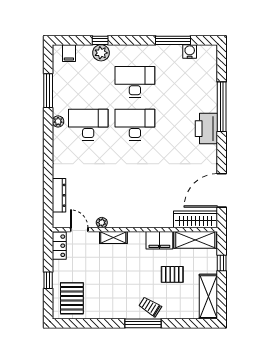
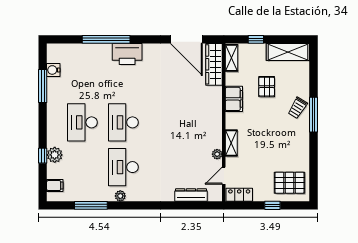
shelving: (195, 240) -> (232, 58), width x0.67, depth x0.75

